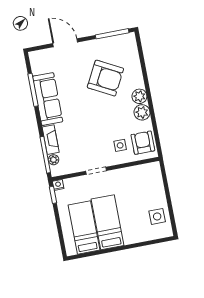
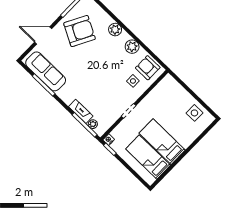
armchair: (105, 78) -> (80, 31), moved
plant: (139, 96) -> (115, 30), moved
sofa: (48, 99) -> (46, 71), moved

